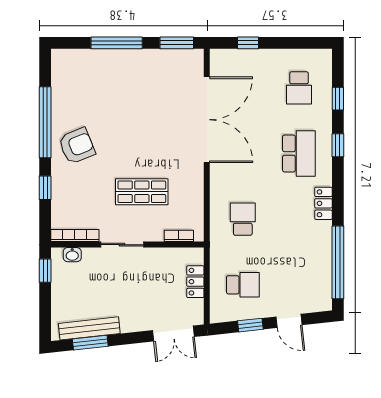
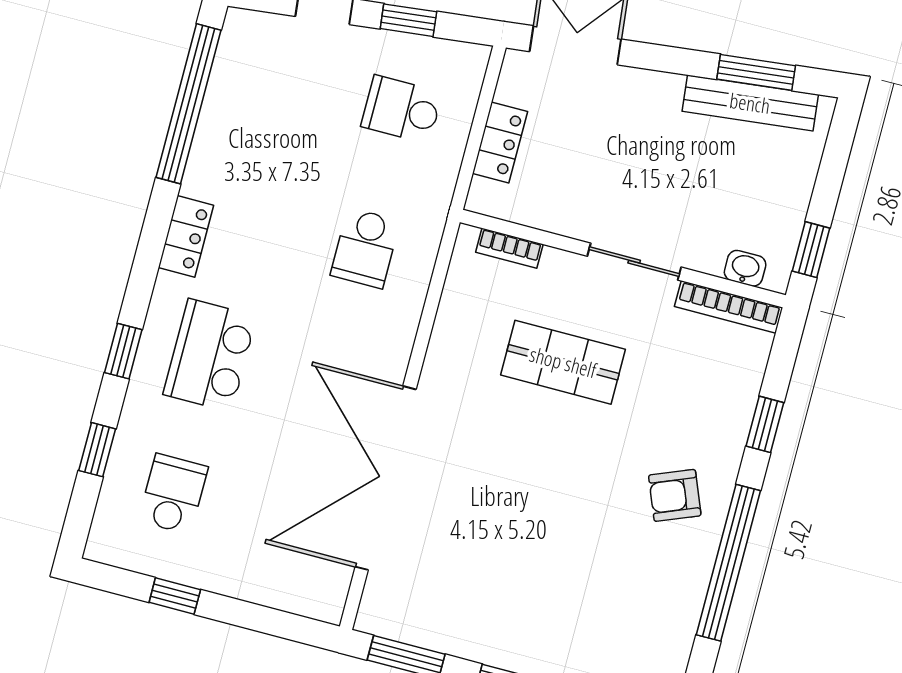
window: (248, 43) -> (175, 596), moved
armchair: (77, 146) -> (675, 495), width x0.72, depth x0.72

